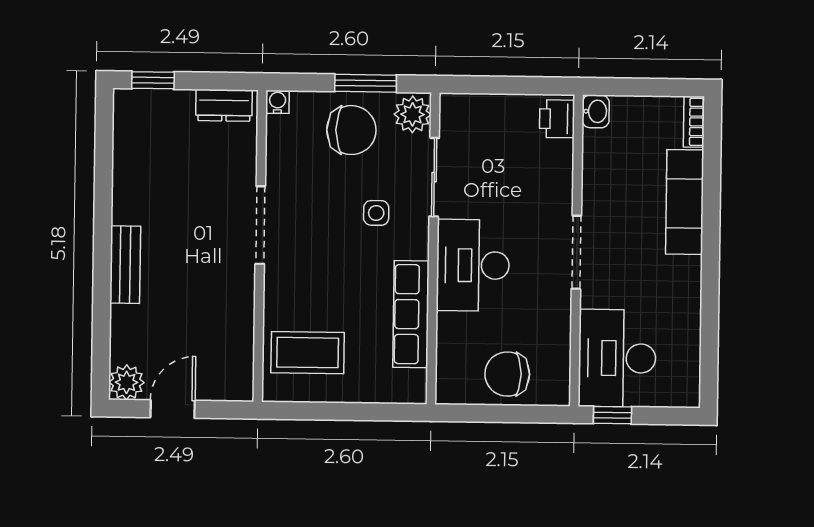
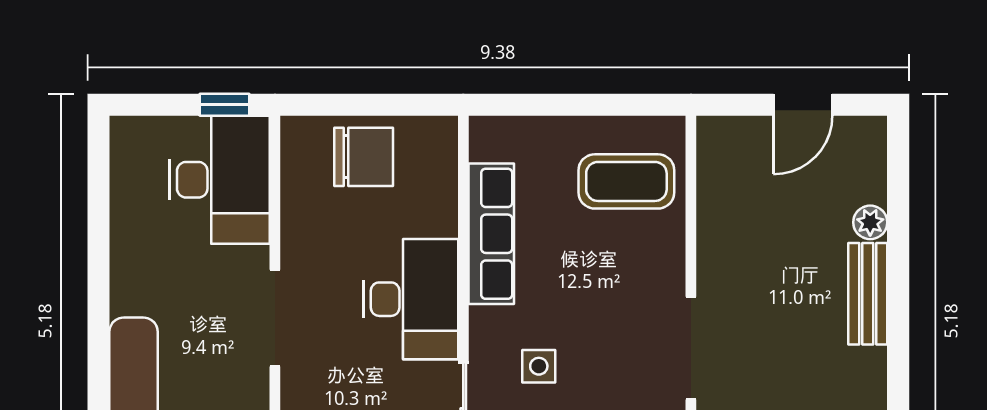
plant: (127, 382) -> (870, 222), moved, width x0.73, depth x0.73

